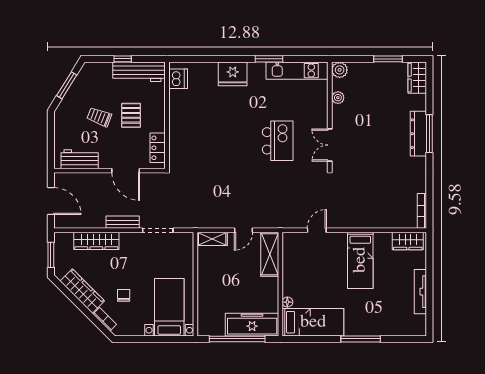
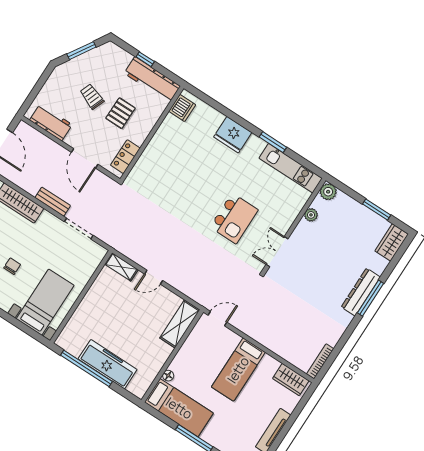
shelving: (270, 254) -> (180, 324), moved
wall: (280, 284) -> (172, 356), moved
floor lamp: (287, 302) -> (168, 376), moved
bed: (313, 322) -> (179, 408), moved

